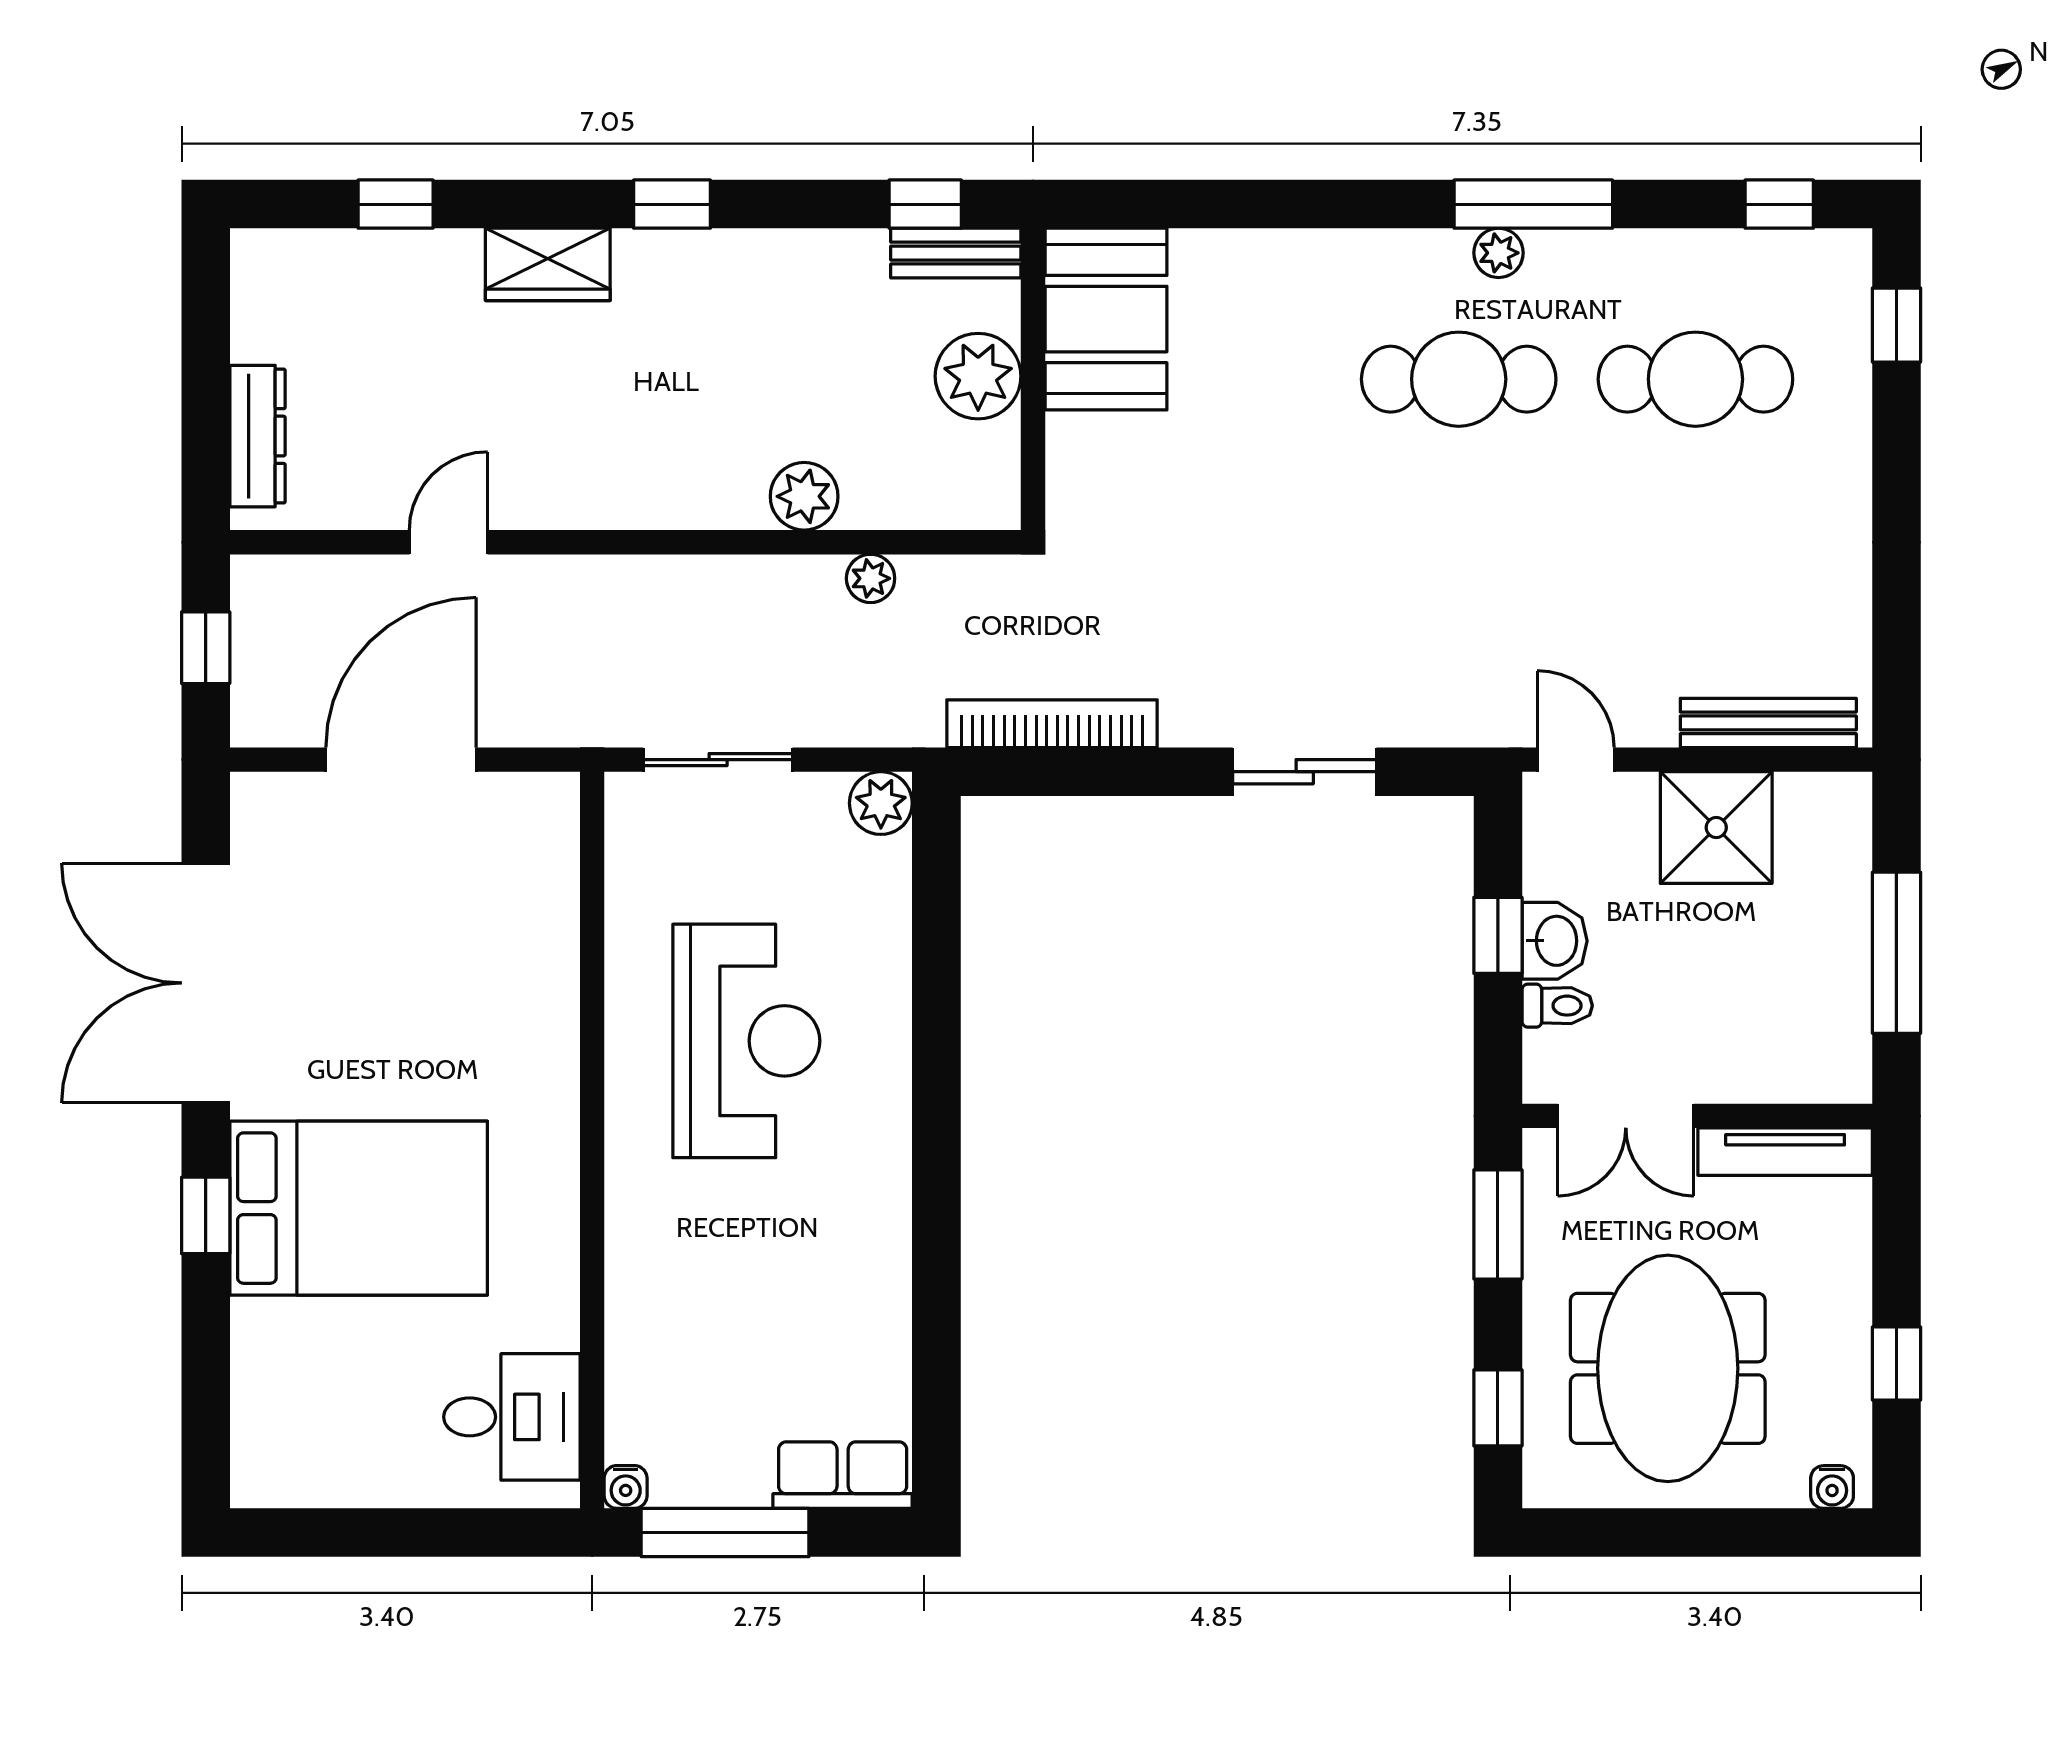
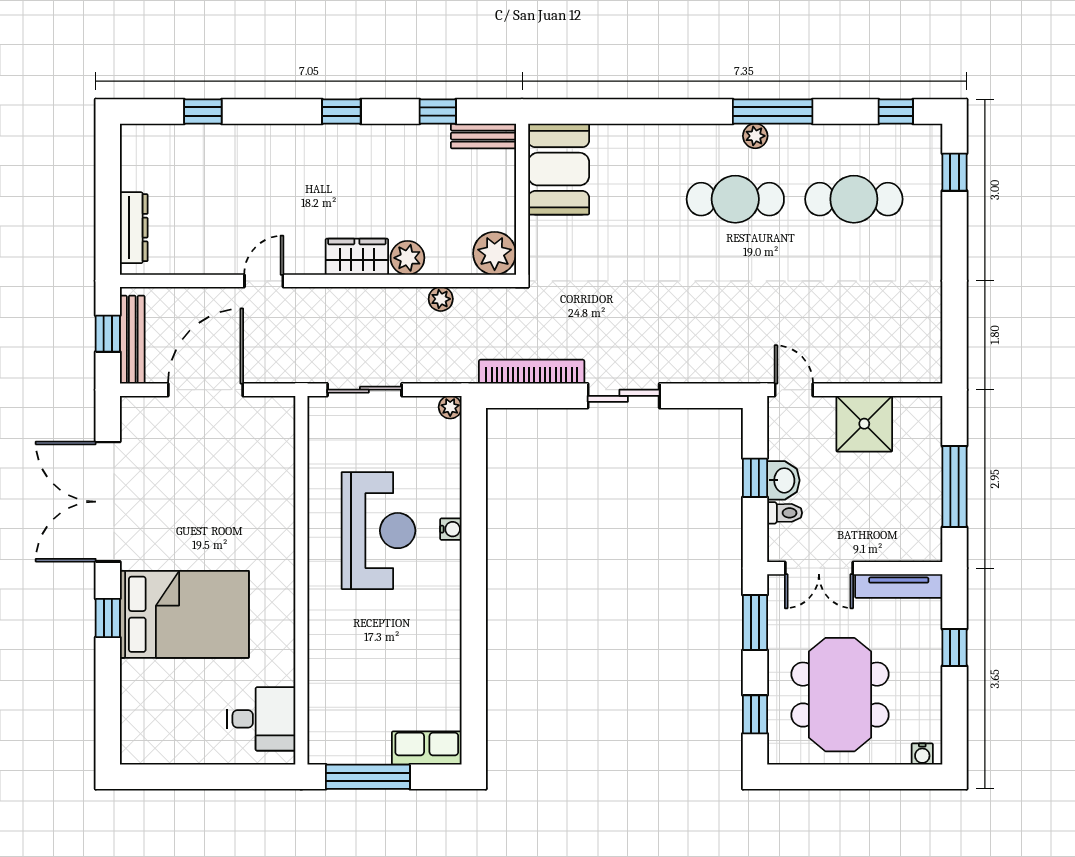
window: (925, 204) -> (438, 111), moved
wardrobe: (548, 264) -> (357, 257), moved, turned 180
plant: (978, 376) -> (495, 253), moved
door: (448, 542) -> (264, 281), moved
bench: (1768, 723) -> (132, 340), moved, turned 90
sliding door: (1305, 772) -> (624, 396), moved
plant: (881, 803) -> (450, 407), width x0.73, depth x0.73
window: (1896, 1364) -> (955, 647), moved
water cooler: (626, 1487) -> (451, 529), moved, turned -90

